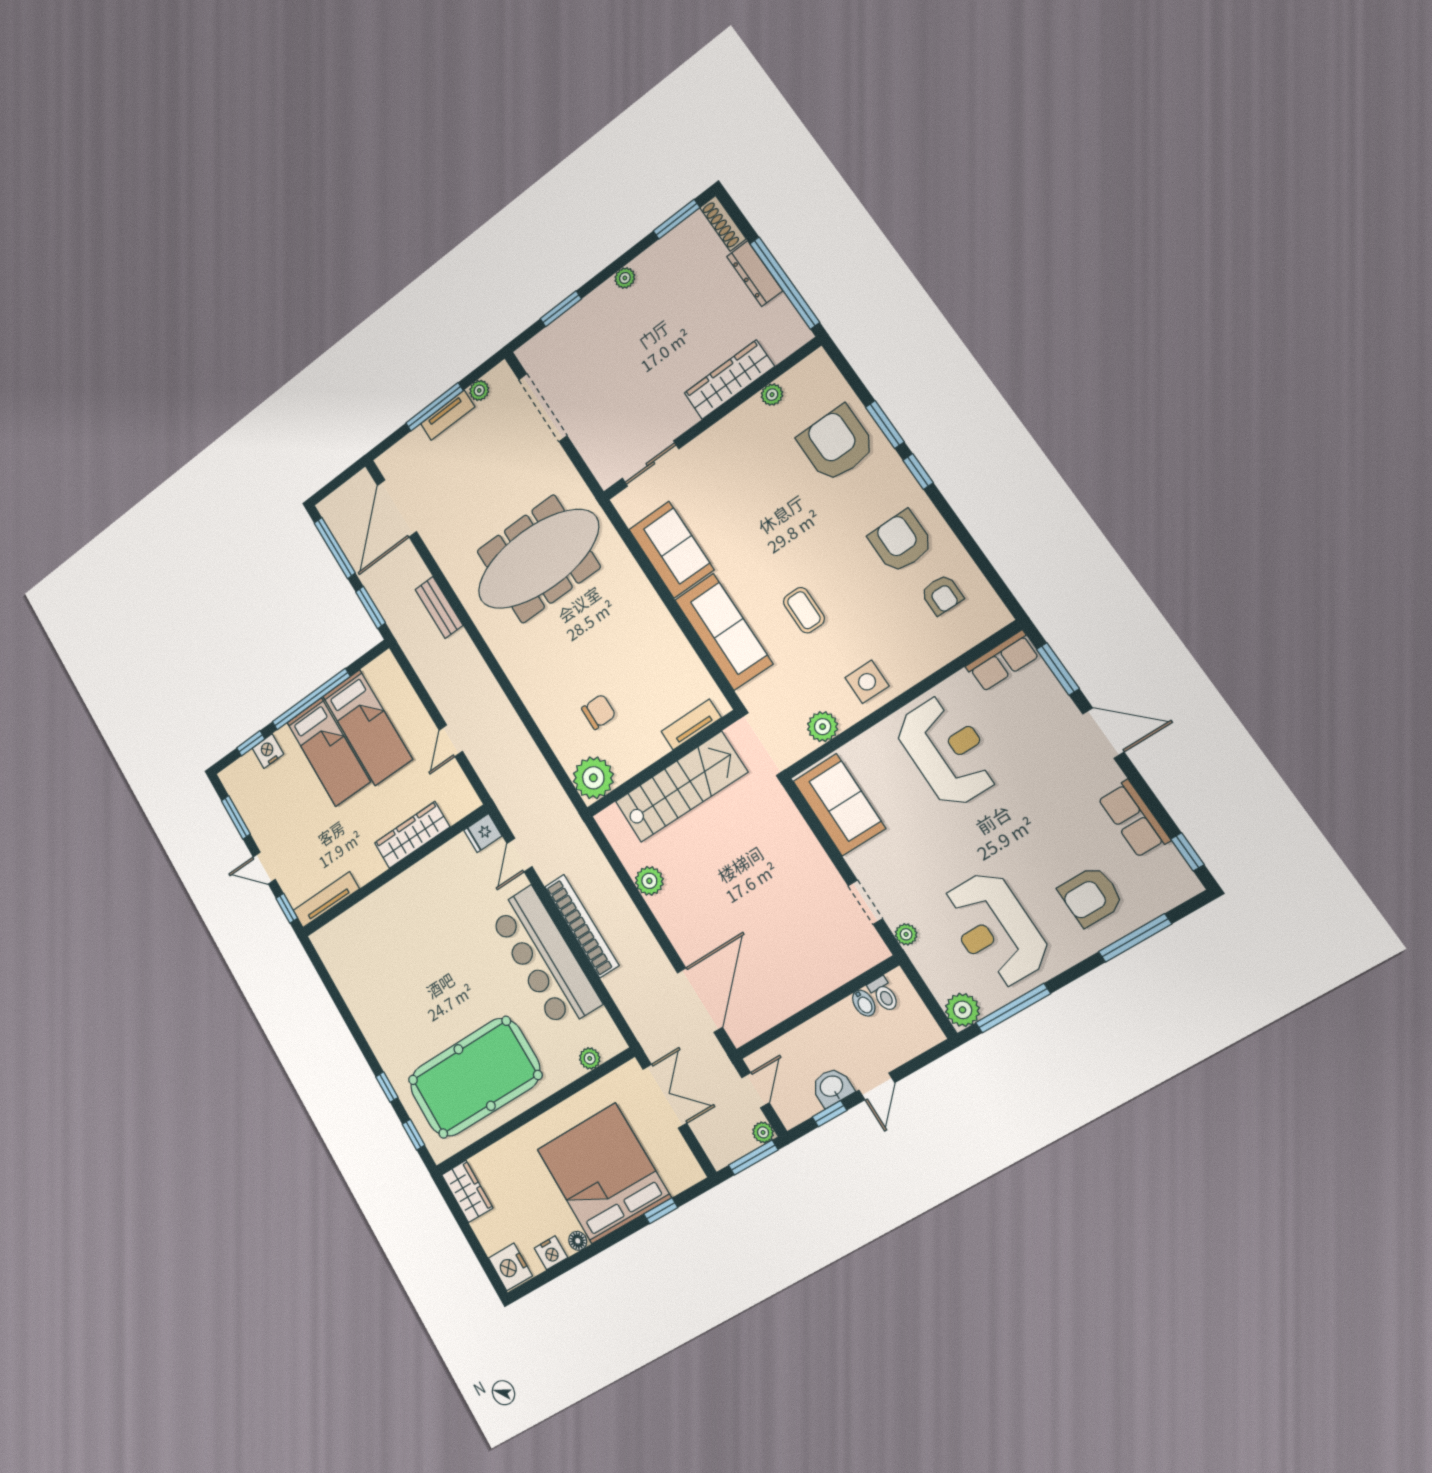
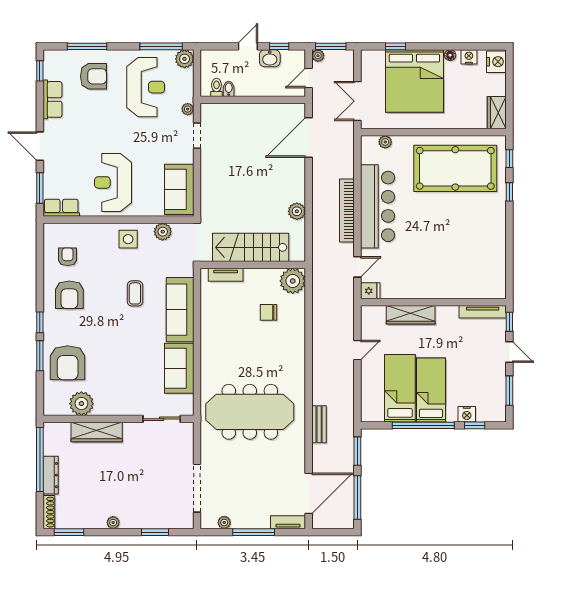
plant: (772, 395) -> (81, 404), width x1.88, depth x1.88
tv unit: (448, 415) -> (288, 522), moved

